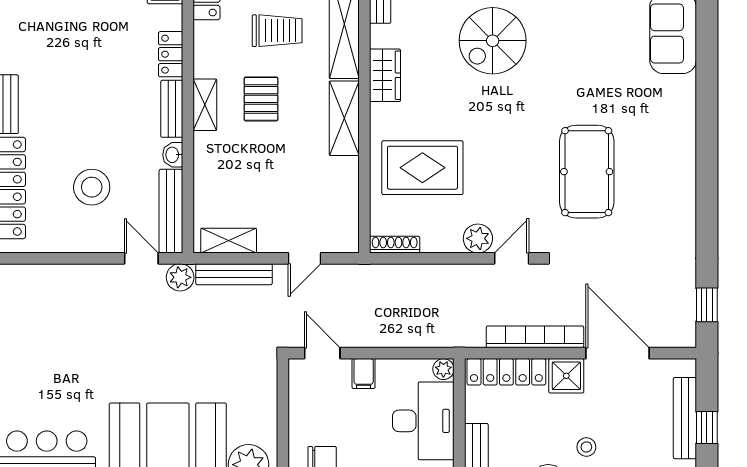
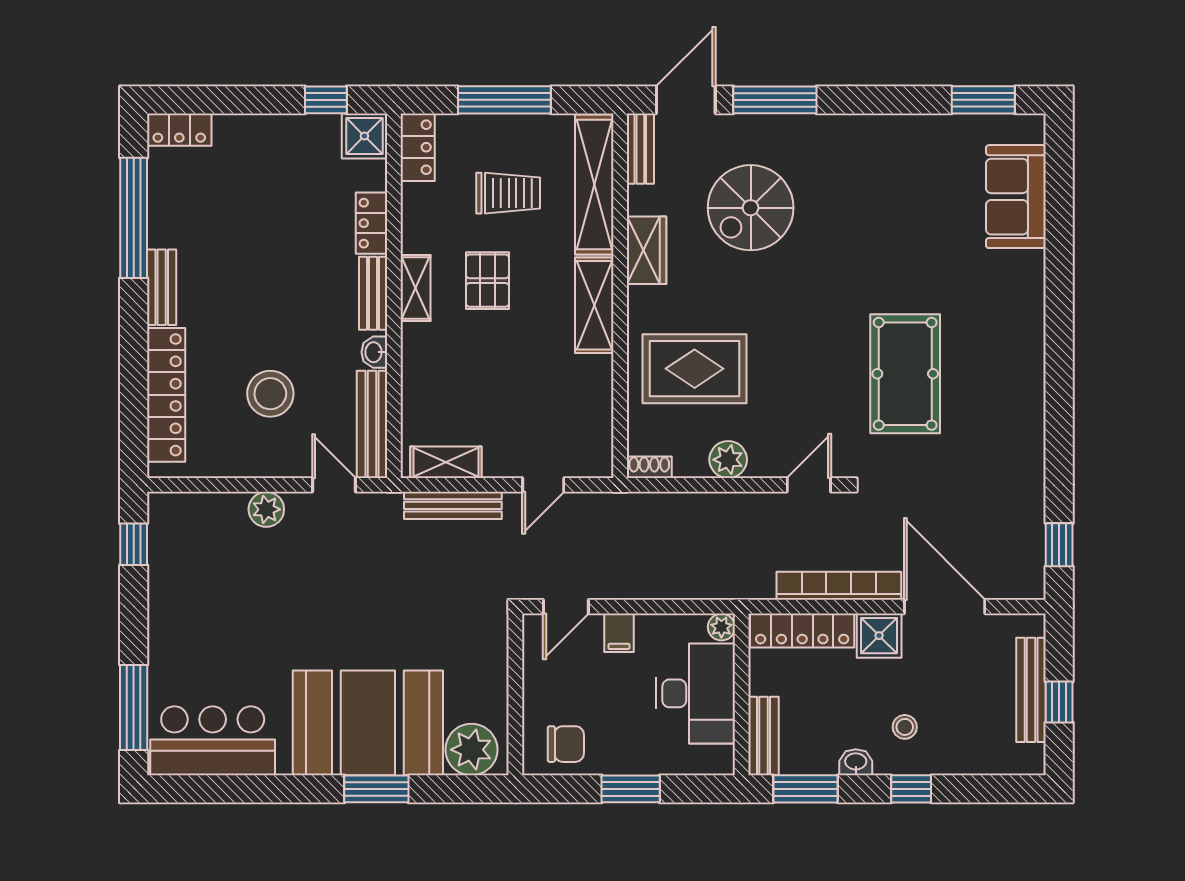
spiral stairs: (493, 41) -> (751, 208), moved
plant: (478, 238) -> (728, 460), moved
shoe rack: (395, 245) -> (649, 467), width x0.70
plant: (180, 277) -> (266, 509), moved
door: (322, 353) -> (566, 607), swing flipped

